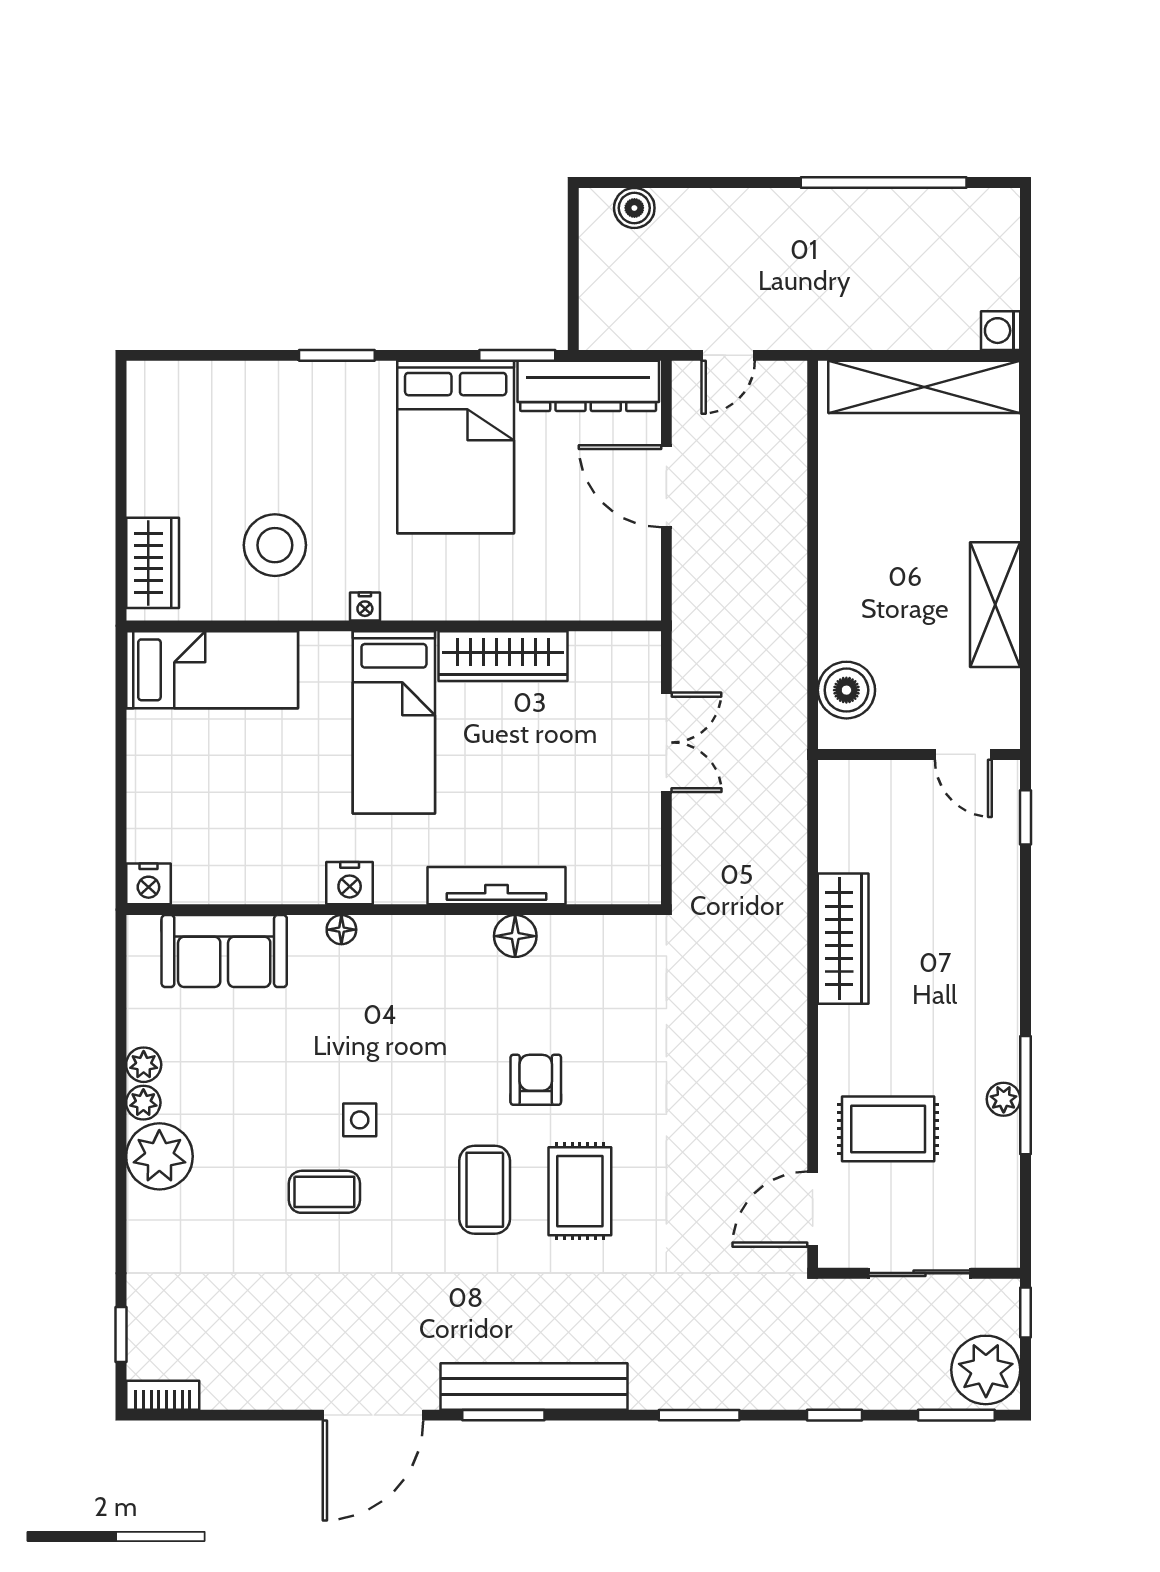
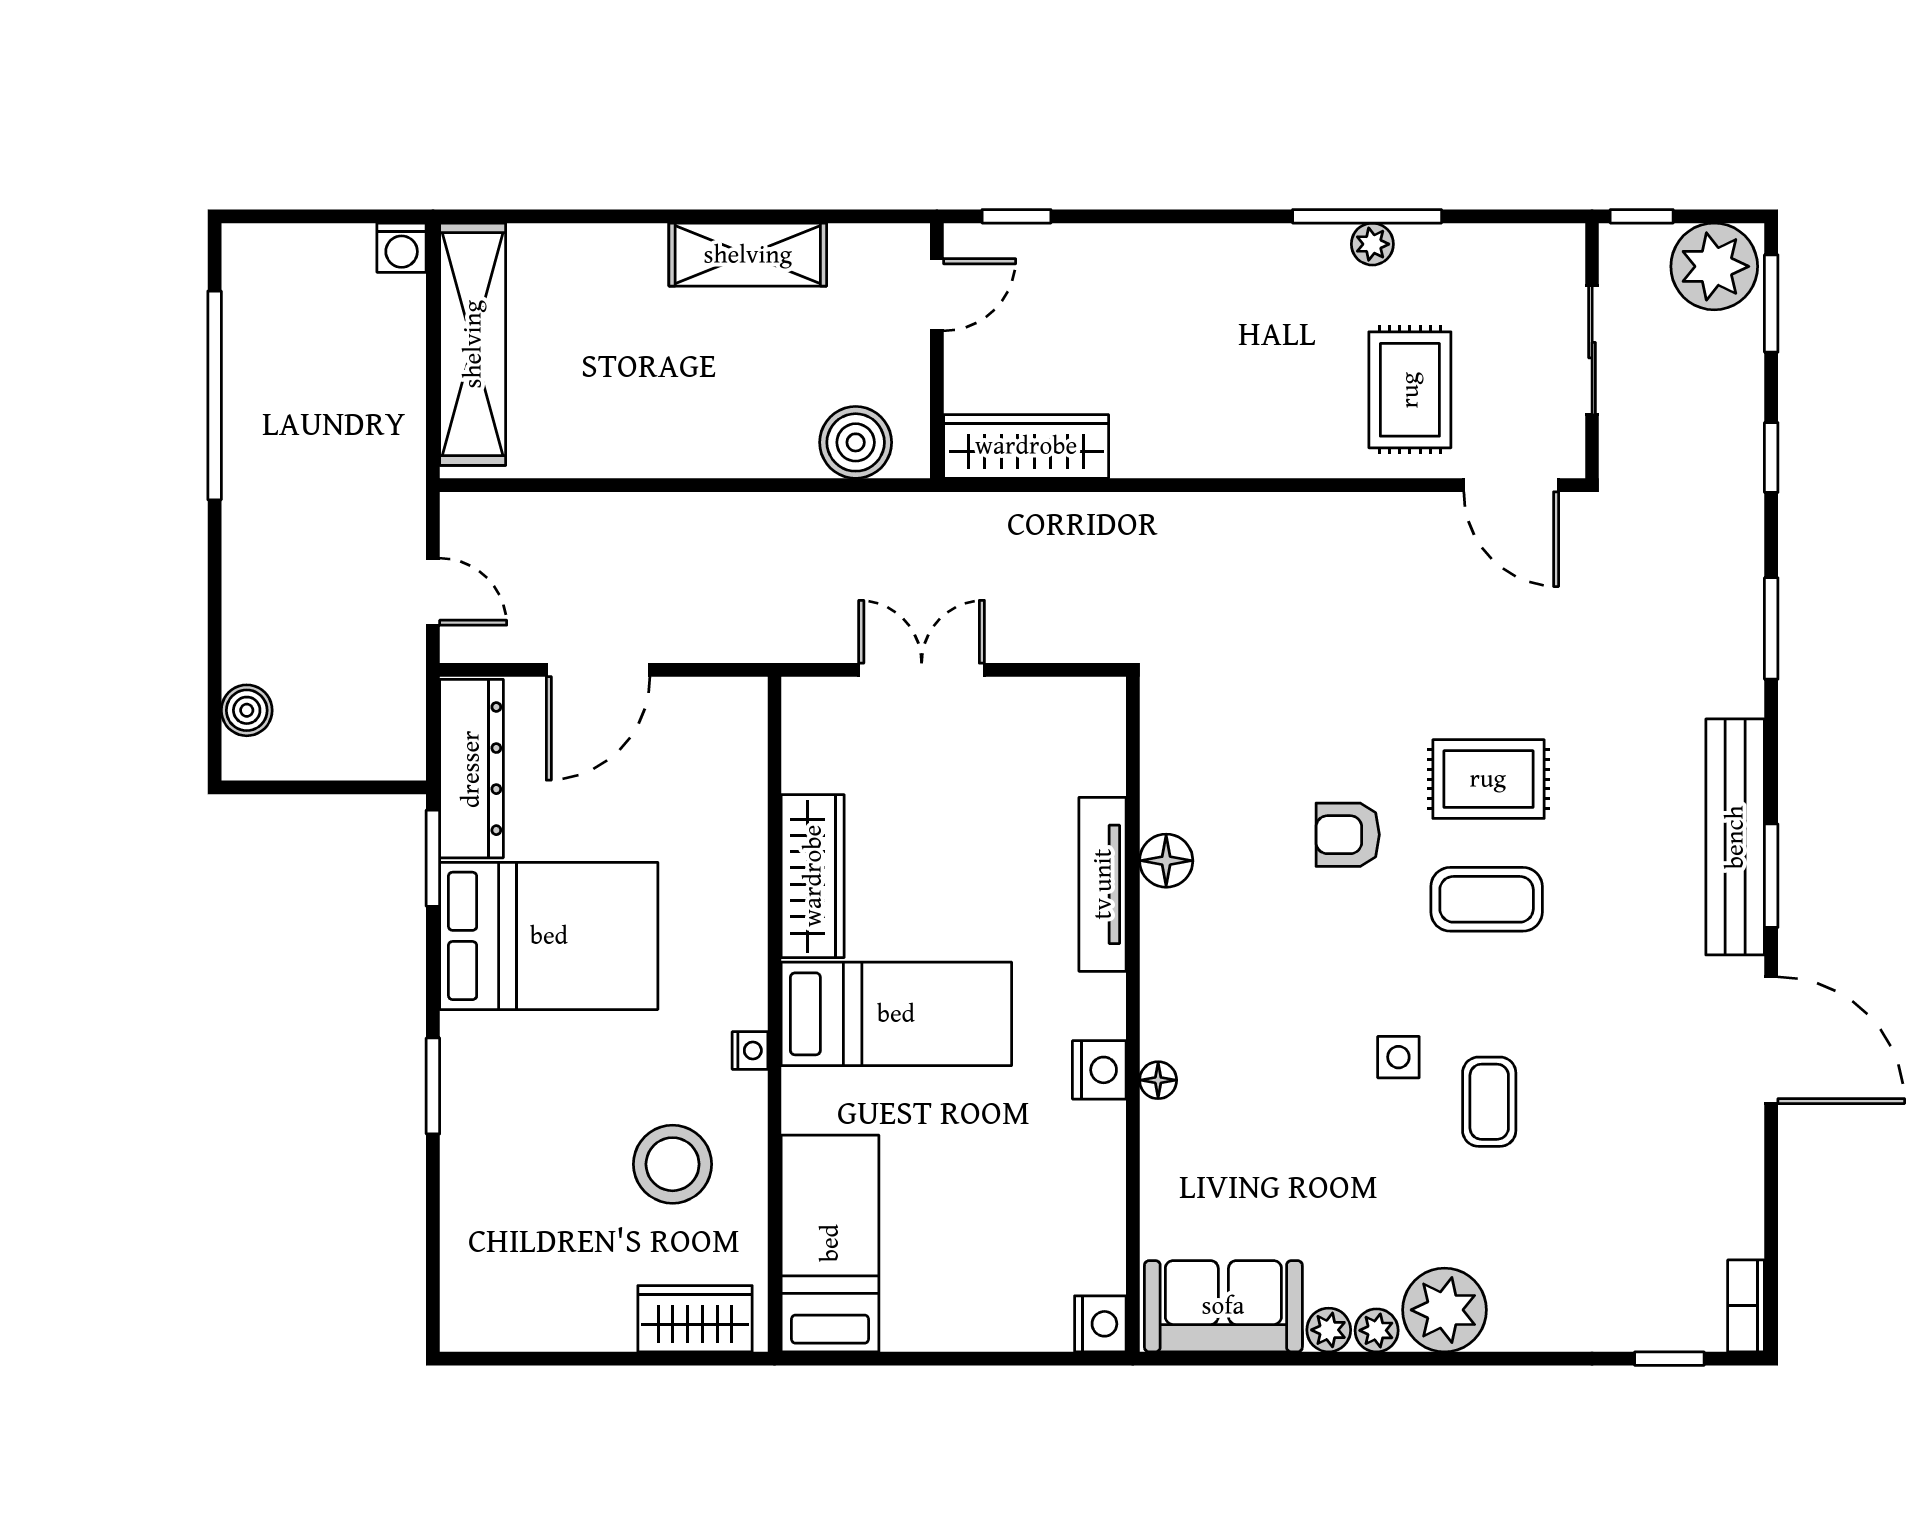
wardrobe: (843, 939) -> (1026, 446), moved
sofa: (224, 951) -> (1223, 1306), moved, turned -90

